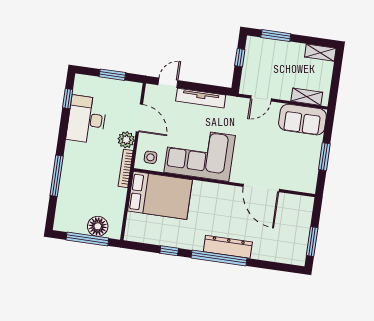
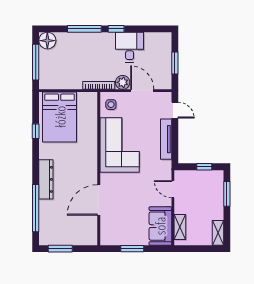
window: (68, 99) -> (116, 29), moved
door: (139, 118) -> (142, 91), swing flipped
desk: (87, 119) -> (130, 47), width x0.73
bed: (160, 195) -> (60, 117), moved
floor lamp: (98, 226) -> (47, 41), moved
window: (219, 258) -> (36, 208), moved

